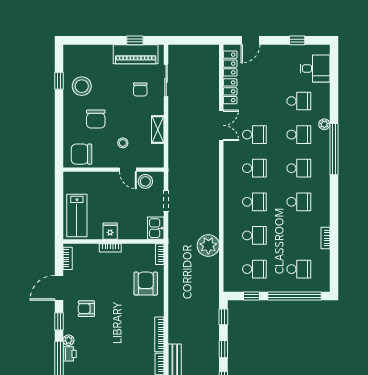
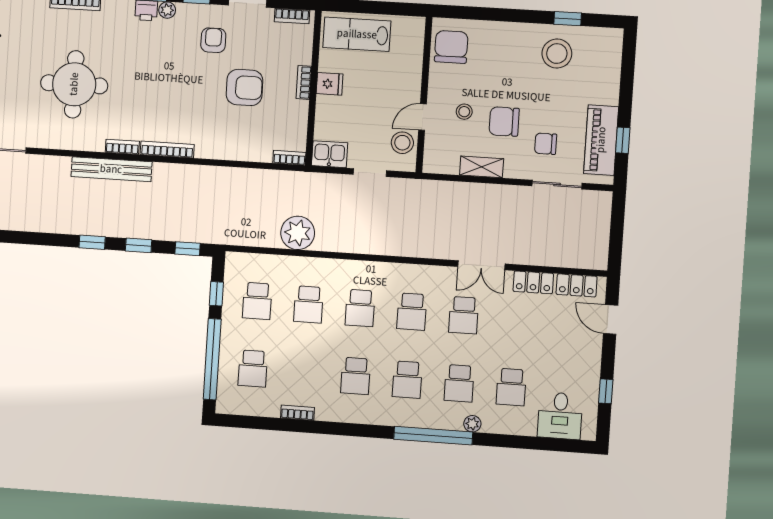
chair: (96, 119) -> (504, 122), moved
armchair: (146, 284) -> (245, 87), moved

